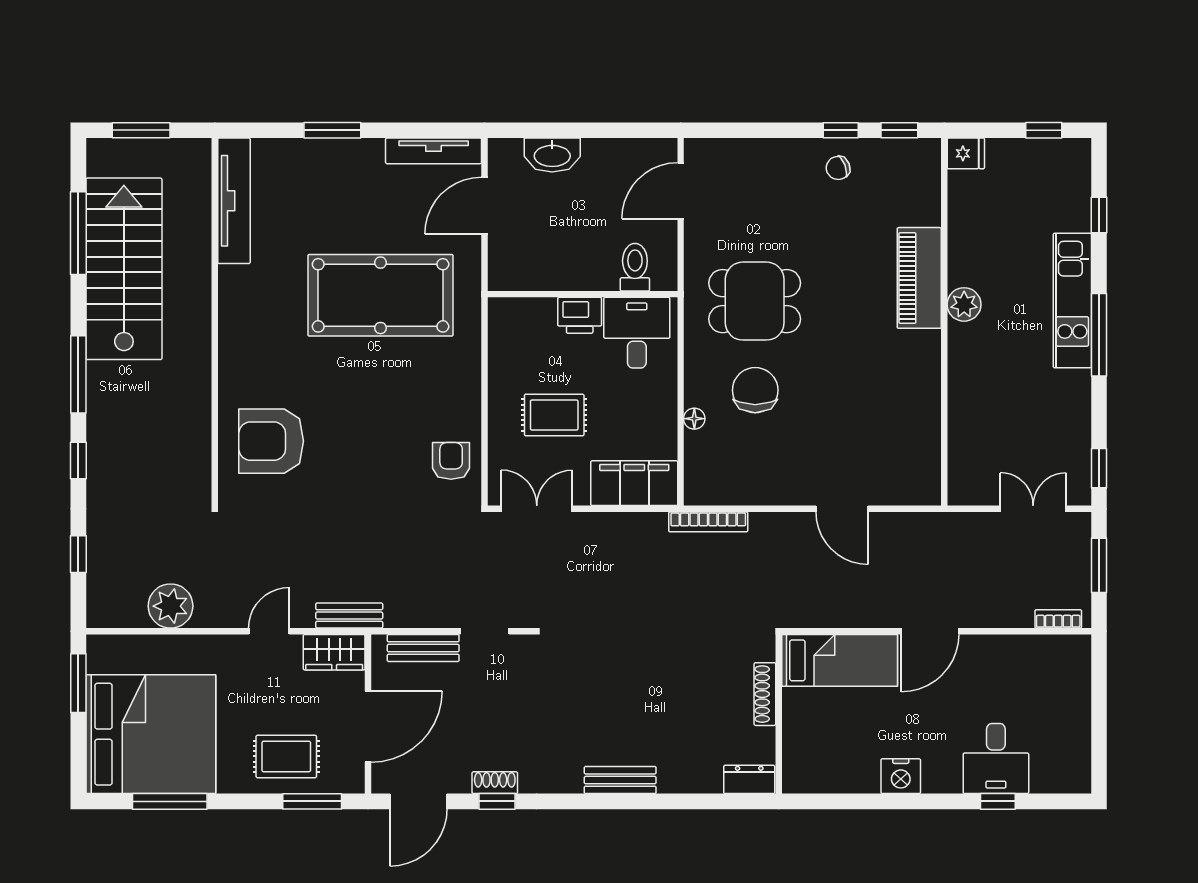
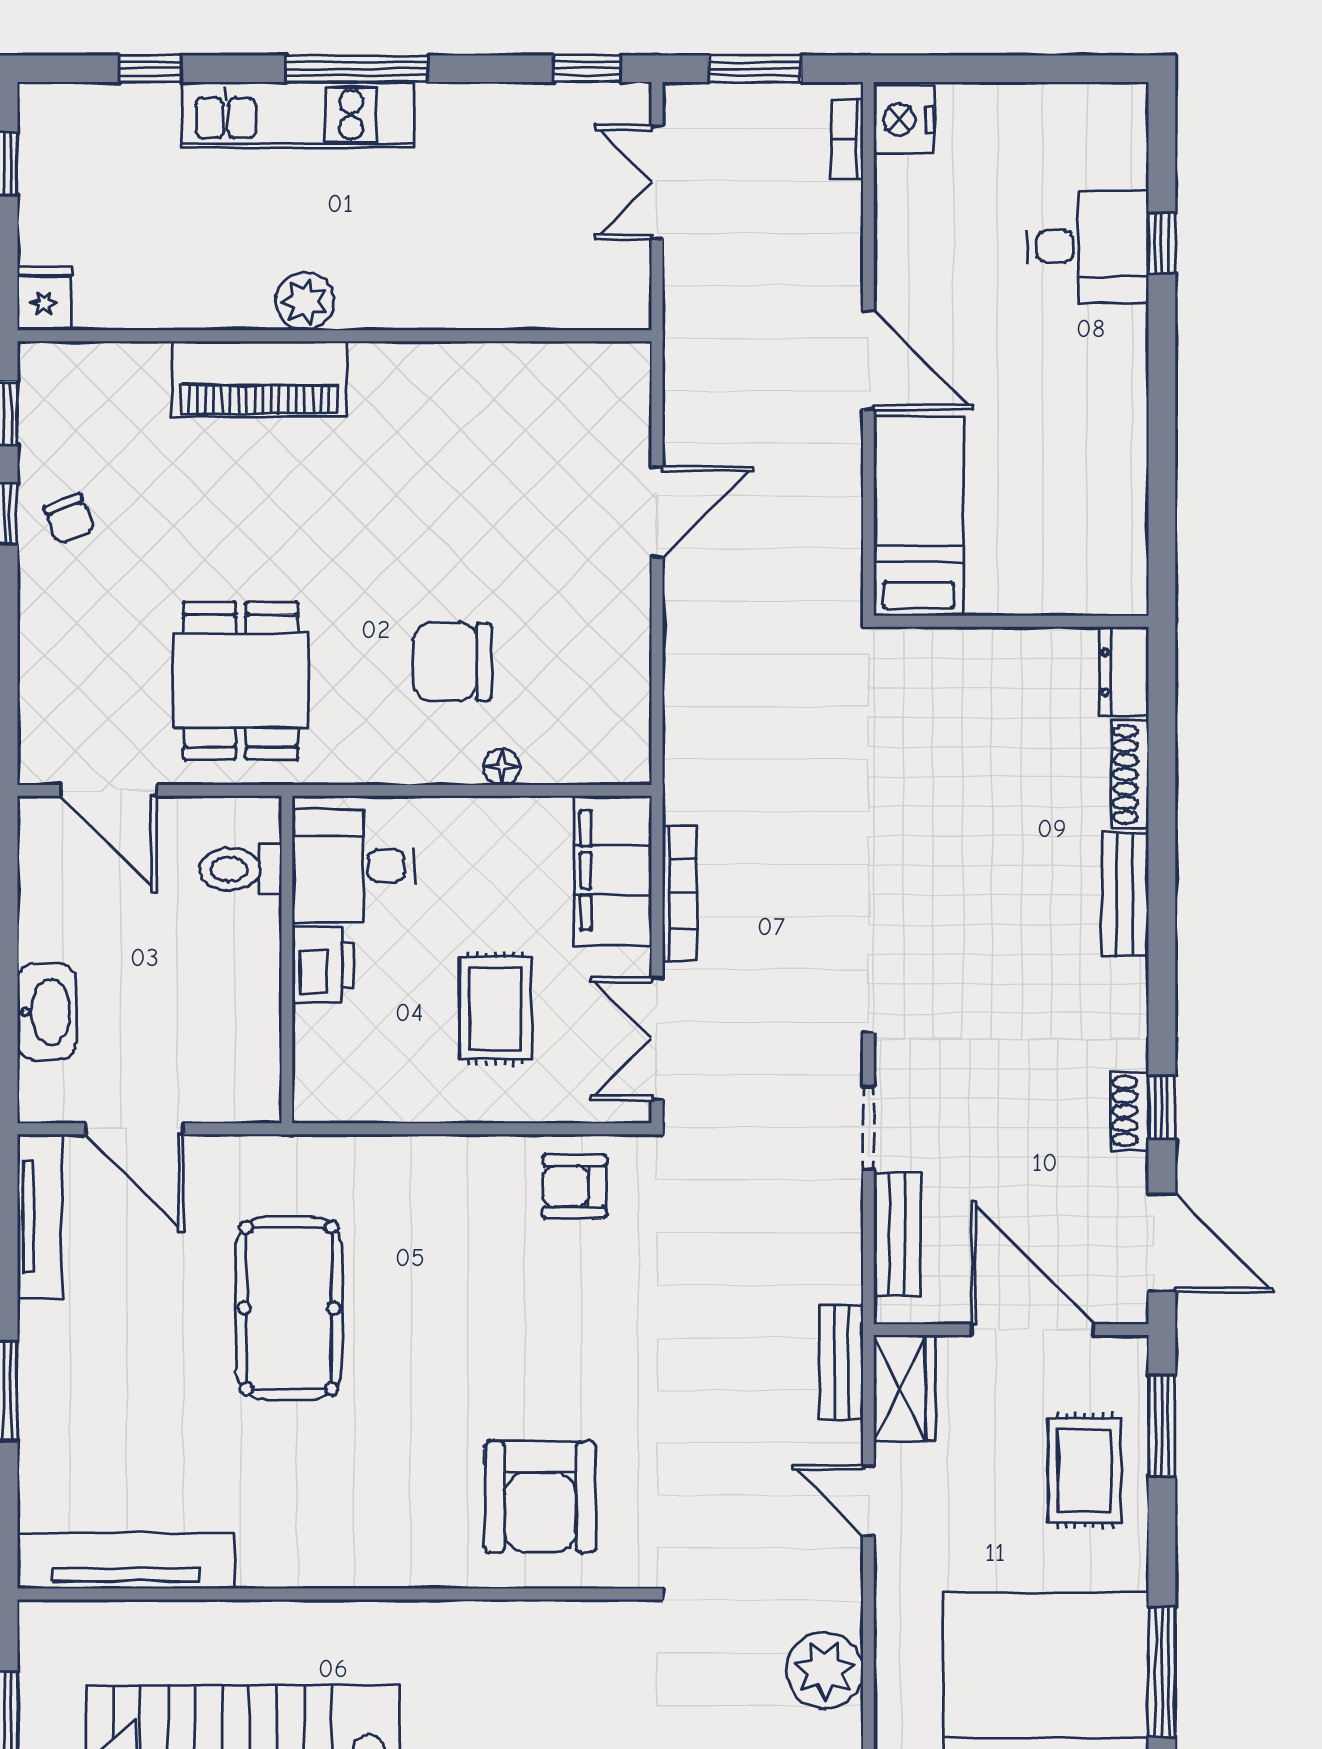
pool table: (381, 295) -> (289, 1308), width x0.73, depth x0.76
dining table: (755, 301) -> (241, 681), moved
bookcase: (708, 522) -> (680, 893), moved
shoe rack: (765, 694) -> (1130, 774), moved, turned 90
nightstand: (901, 776) -> (904, 120), moved, turned 180

